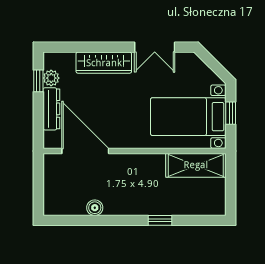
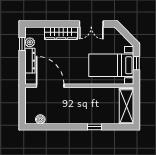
shelving: (196, 165) -> (126, 106), moved, turned 90
boiler: (95, 208) -> (40, 119), moved

